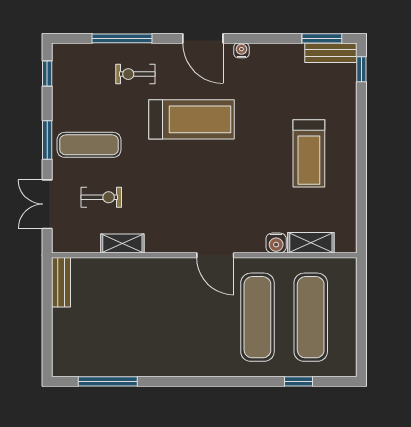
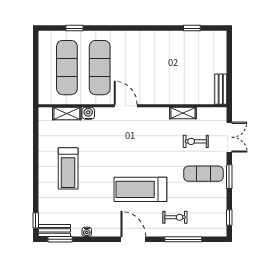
water cooler: (241, 50) -> (87, 232), moved
treadmill: (309, 153) -> (68, 168), turned 180
window: (108, 381) -> (192, 28), width x0.46

